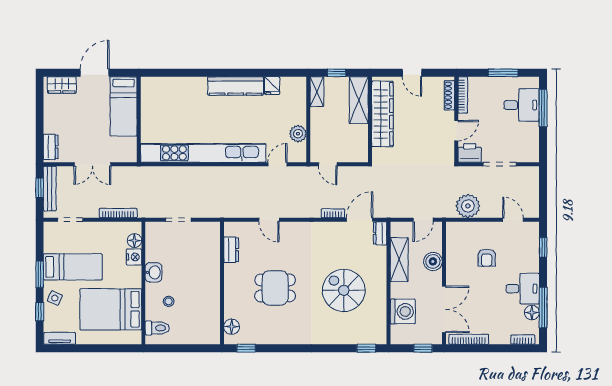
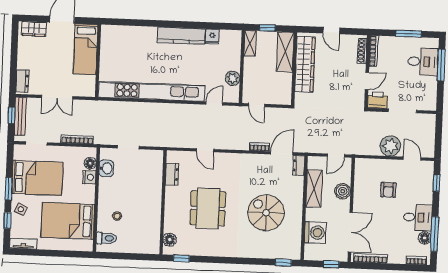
plant: (468, 206) -> (390, 146), moved
bed: (73, 267) -> (37, 178), width x1.50
washbasin: (154, 272) -> (106, 168), moved
dining table: (275, 288) -> (208, 208), width x1.37

